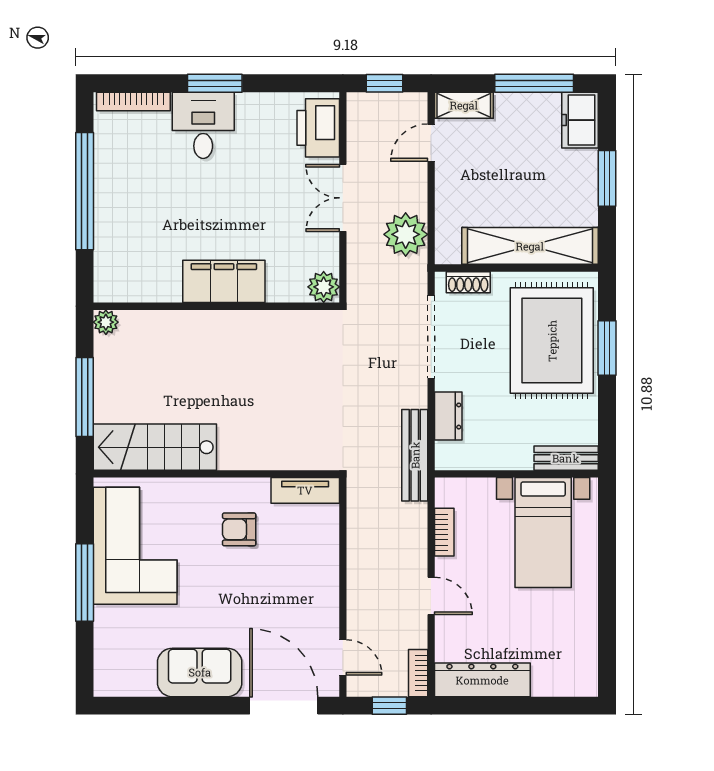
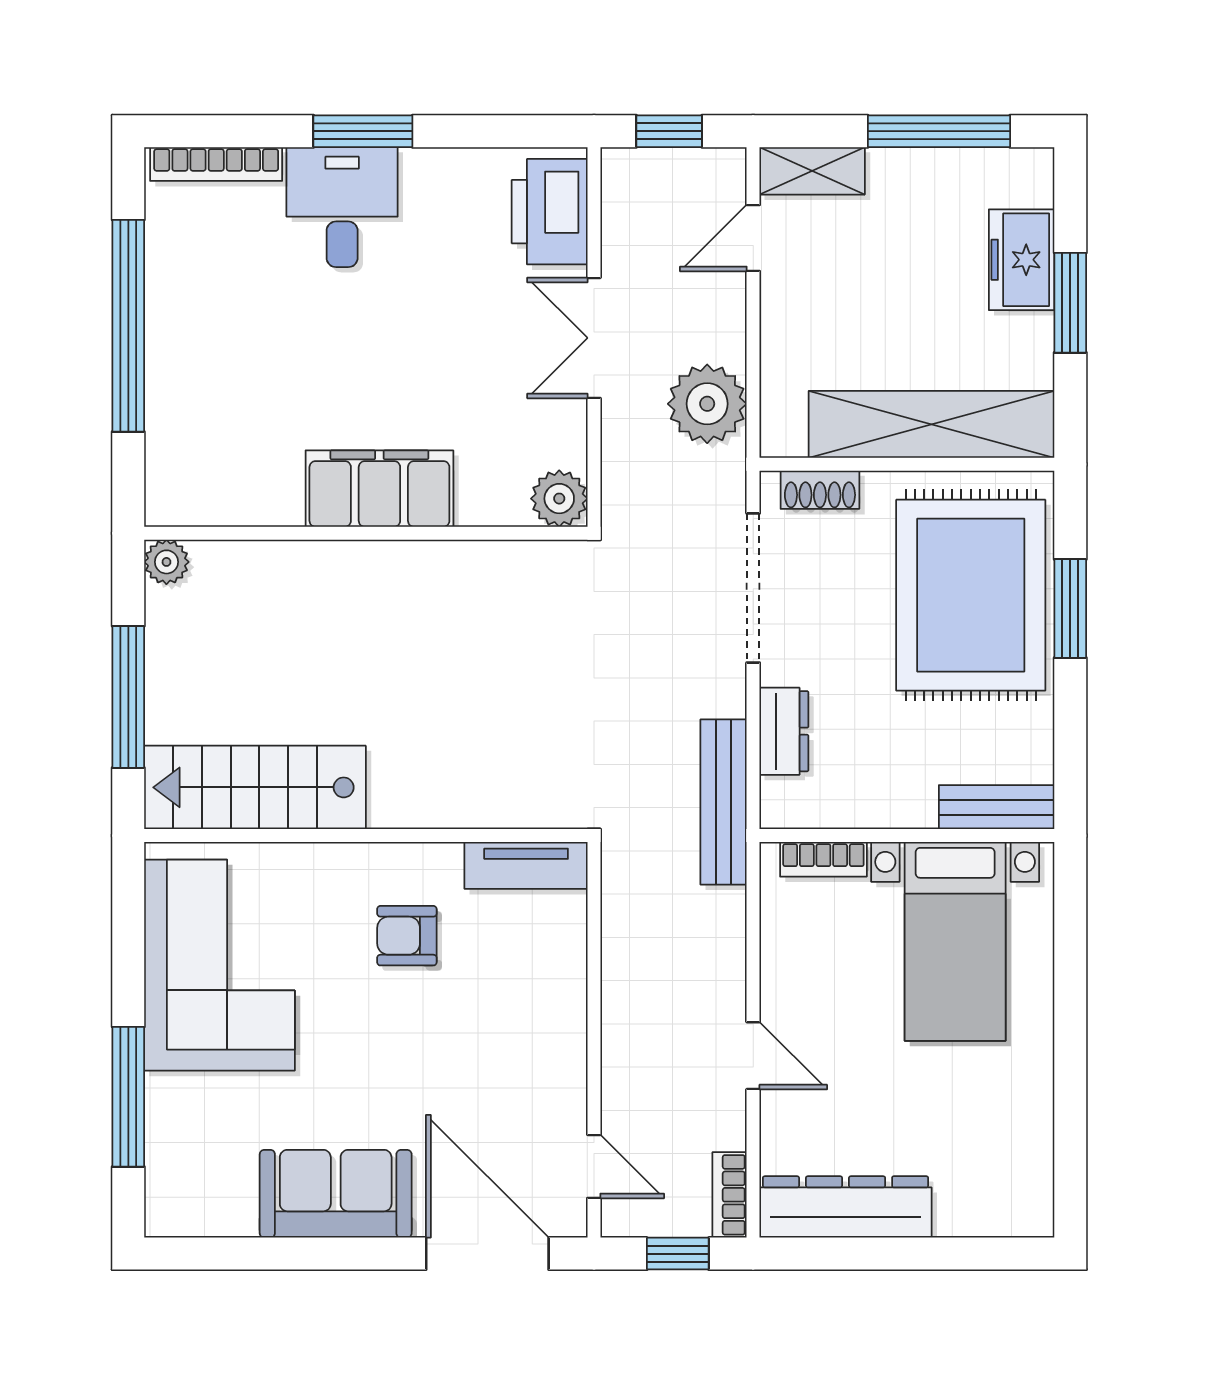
freezer: (580, 120) -> (1022, 260), moved
bookcase: (444, 532) -> (823, 859), moved, turned 90
window: (85, 583) -> (128, 1097), moved

